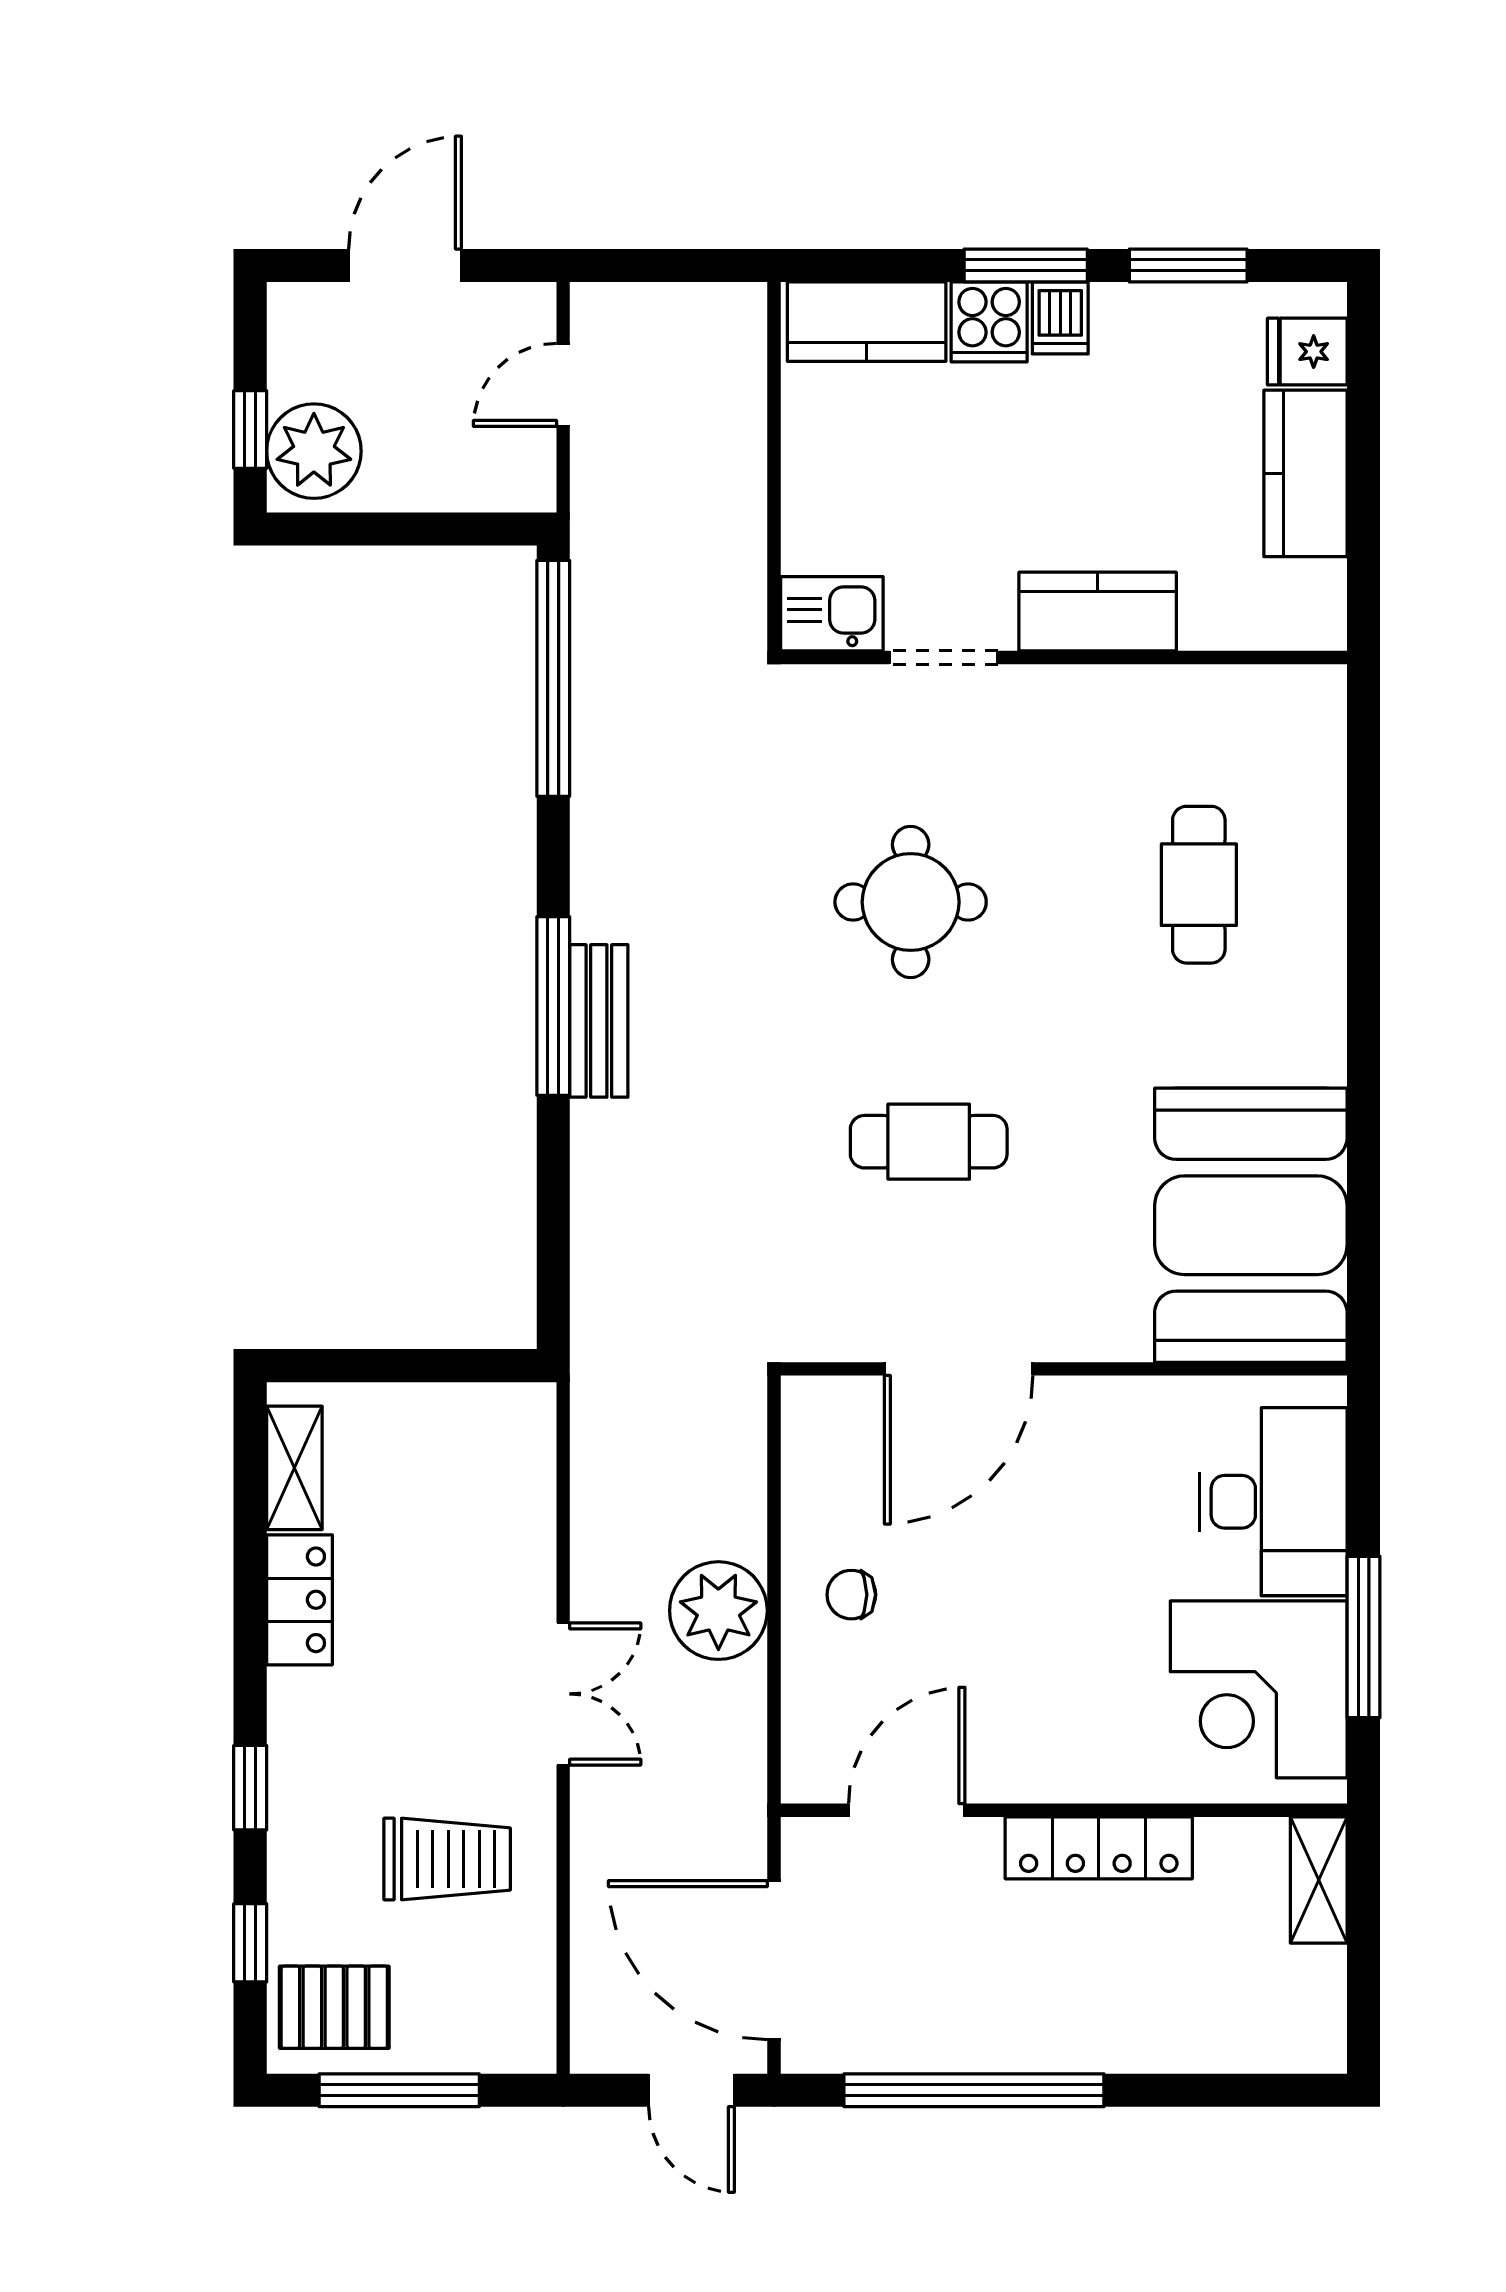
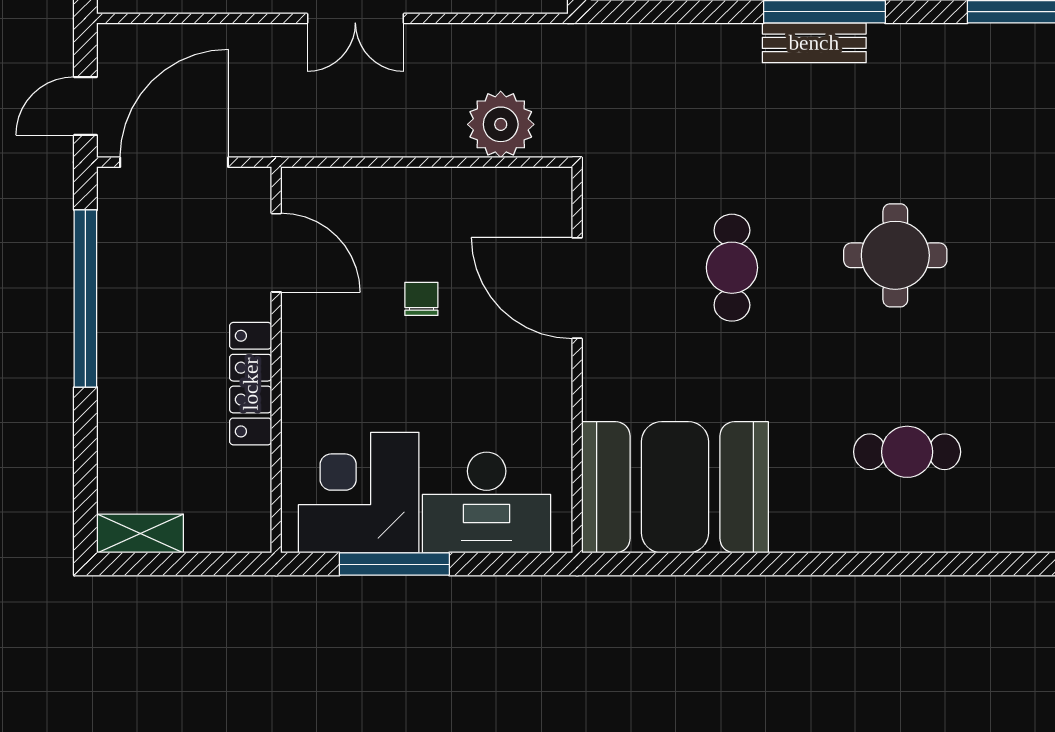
chair: (851, 1595) -> (421, 299), moved
plant: (718, 1611) -> (501, 124), moved
shelving: (1319, 1880) -> (140, 533), moved

